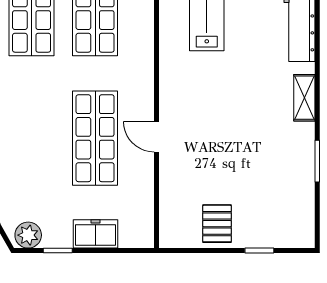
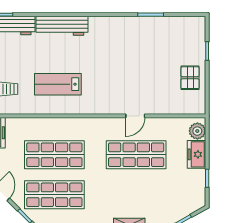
shelving: (304, 98) -> (111, 23), removed
pallet: (217, 224) -> (190, 78), turned 90
plant: (28, 235) -> (197, 131), moved

